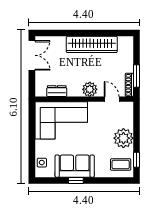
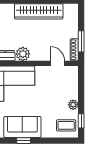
plant: (90, 89) -> (23, 54), moved
plant: (123, 138) -> (73, 105), width x0.53, depth x0.53

